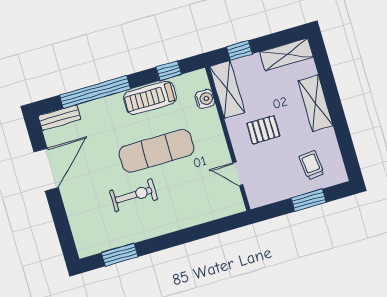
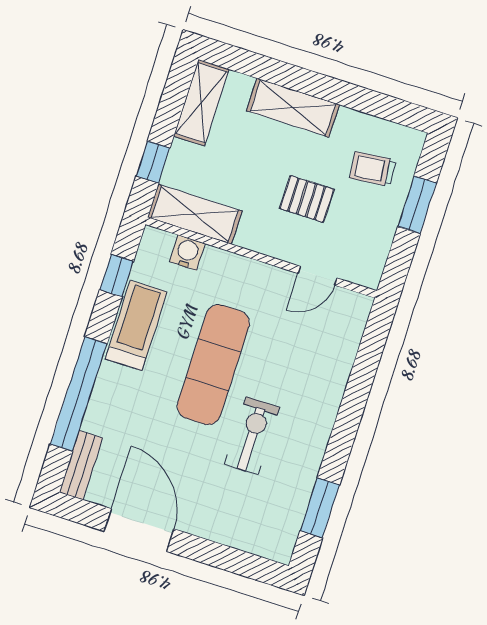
treadmill: (150, 98) -> (136, 325), turned 180
pallet: (263, 130) -> (307, 199), moved, turned 90

